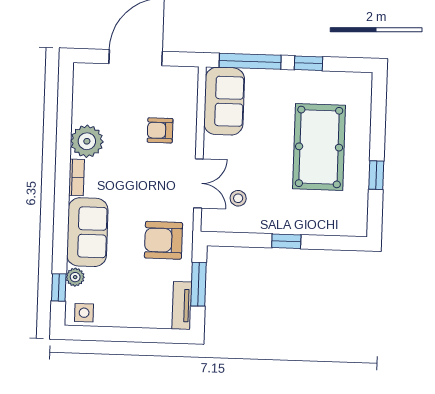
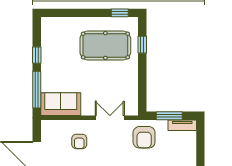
pool table: (319, 147) -> (105, 45), moved
window: (376, 175) -> (120, 13), moved
stool: (238, 198) -> (118, 94), removed
window: (286, 241) -> (142, 45), moved

